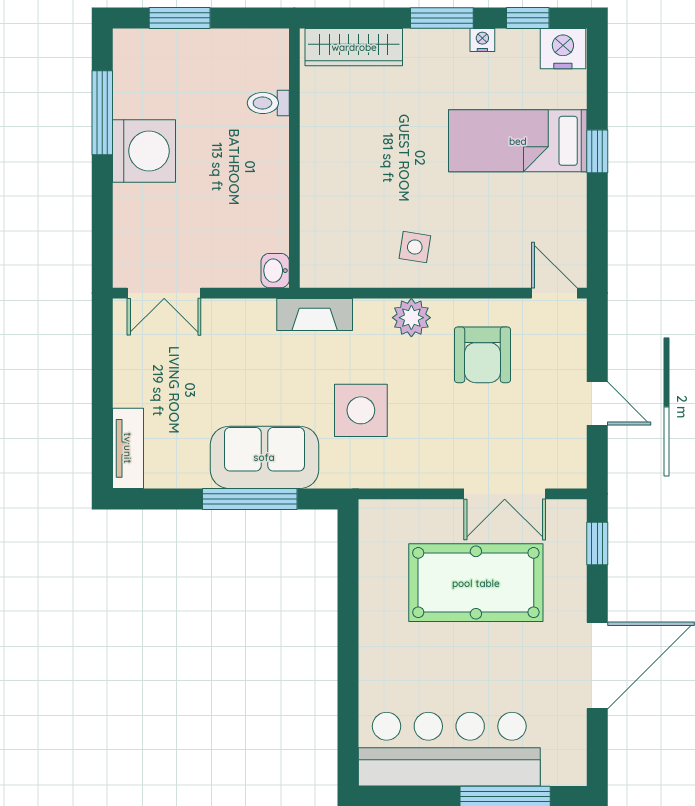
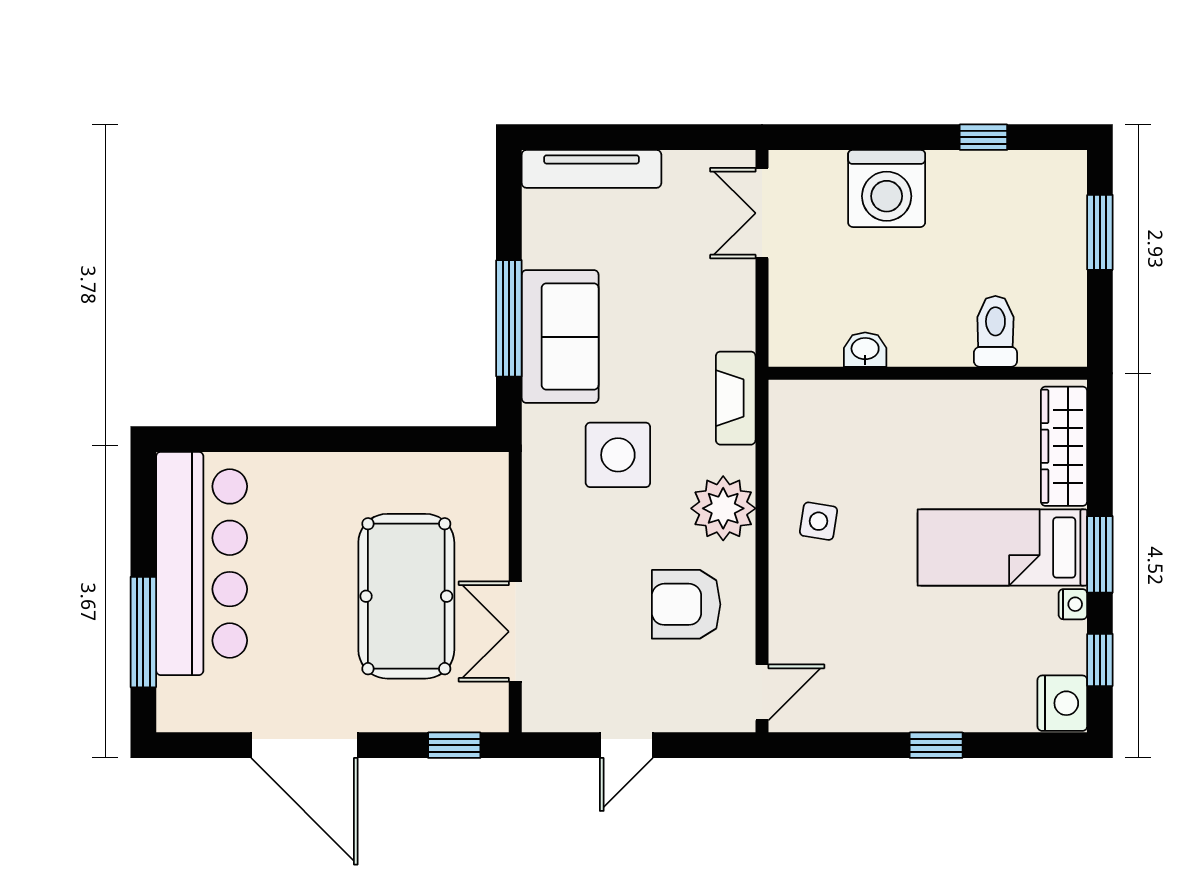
toilet: (268, 103) -> (995, 331), width x1.37, depth x1.39
window: (102, 113) -> (983, 137), width x0.46
bed: (518, 141) -> (1002, 548), moved, turned -90
washing machine: (144, 151) -> (887, 188), moved
washbasin: (275, 271) -> (865, 350), moved
plant: (411, 318) -> (723, 508), width x1.36, depth x1.36
tv unit: (128, 448) -> (591, 169), width x1.41

